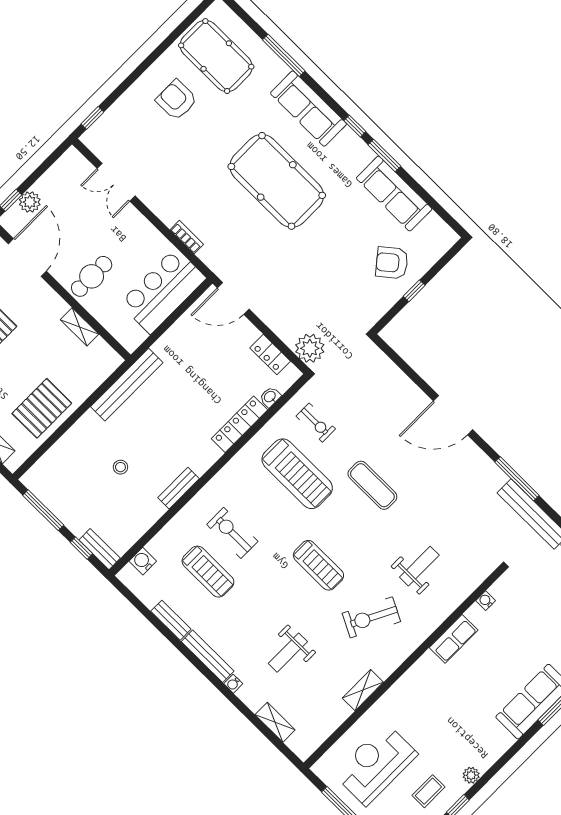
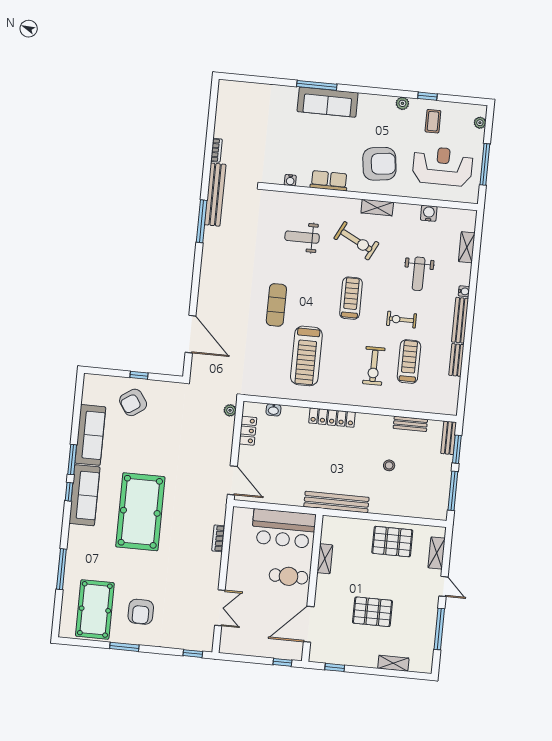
window: (155, 55) -> (124, 647), added
sofa: (308, 109) -> (84, 495), moved
plant: (30, 202) -> (274, 650), removed
armchair: (392, 263) -> (133, 402), turned 95
bar counter: (163, 291) -> (284, 529), moved
plant: (310, 348) -> (230, 410), width x0.53, depth x0.53
door: (453, 415) -> (191, 334), moved
exercise bike: (316, 423) -> (402, 320), moved, turned -90
locker: (239, 424) -> (332, 418), moved
treadmill: (297, 474) -> (306, 356), turned 180
bench: (178, 488) -> (410, 424), moved
window: (81, 548) -> (457, 449), width x1.50
water cooler: (143, 561) -> (429, 213), moved, turned 180
weight bench: (288, 653) -> (419, 274), turned 90
shelving: (363, 690) -> (377, 208), moved
armchair: (429, 703) -> (379, 164), added
reception desk: (376, 764) -> (443, 166), turned 180
coffee table: (428, 791) -> (433, 121), turned 90

